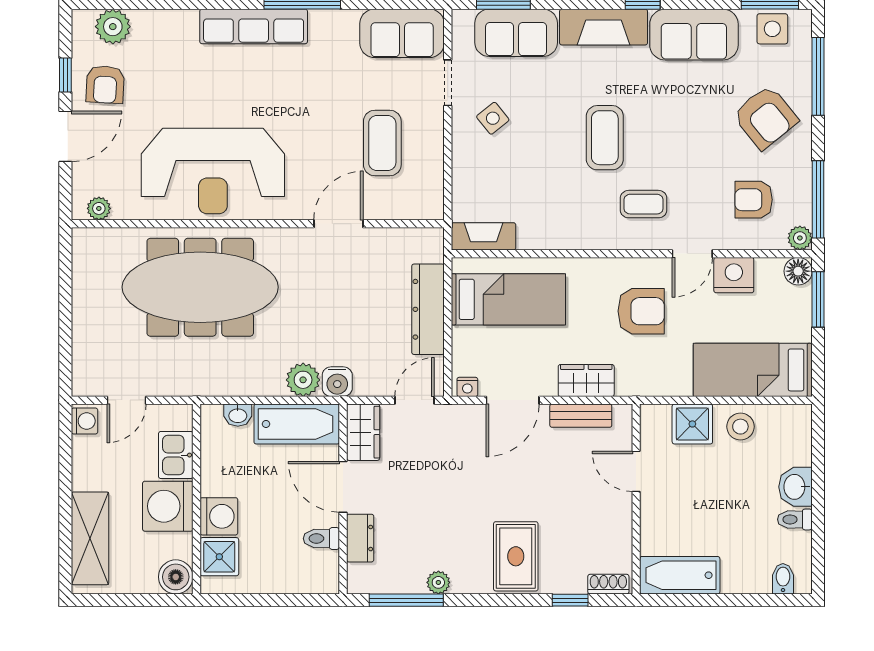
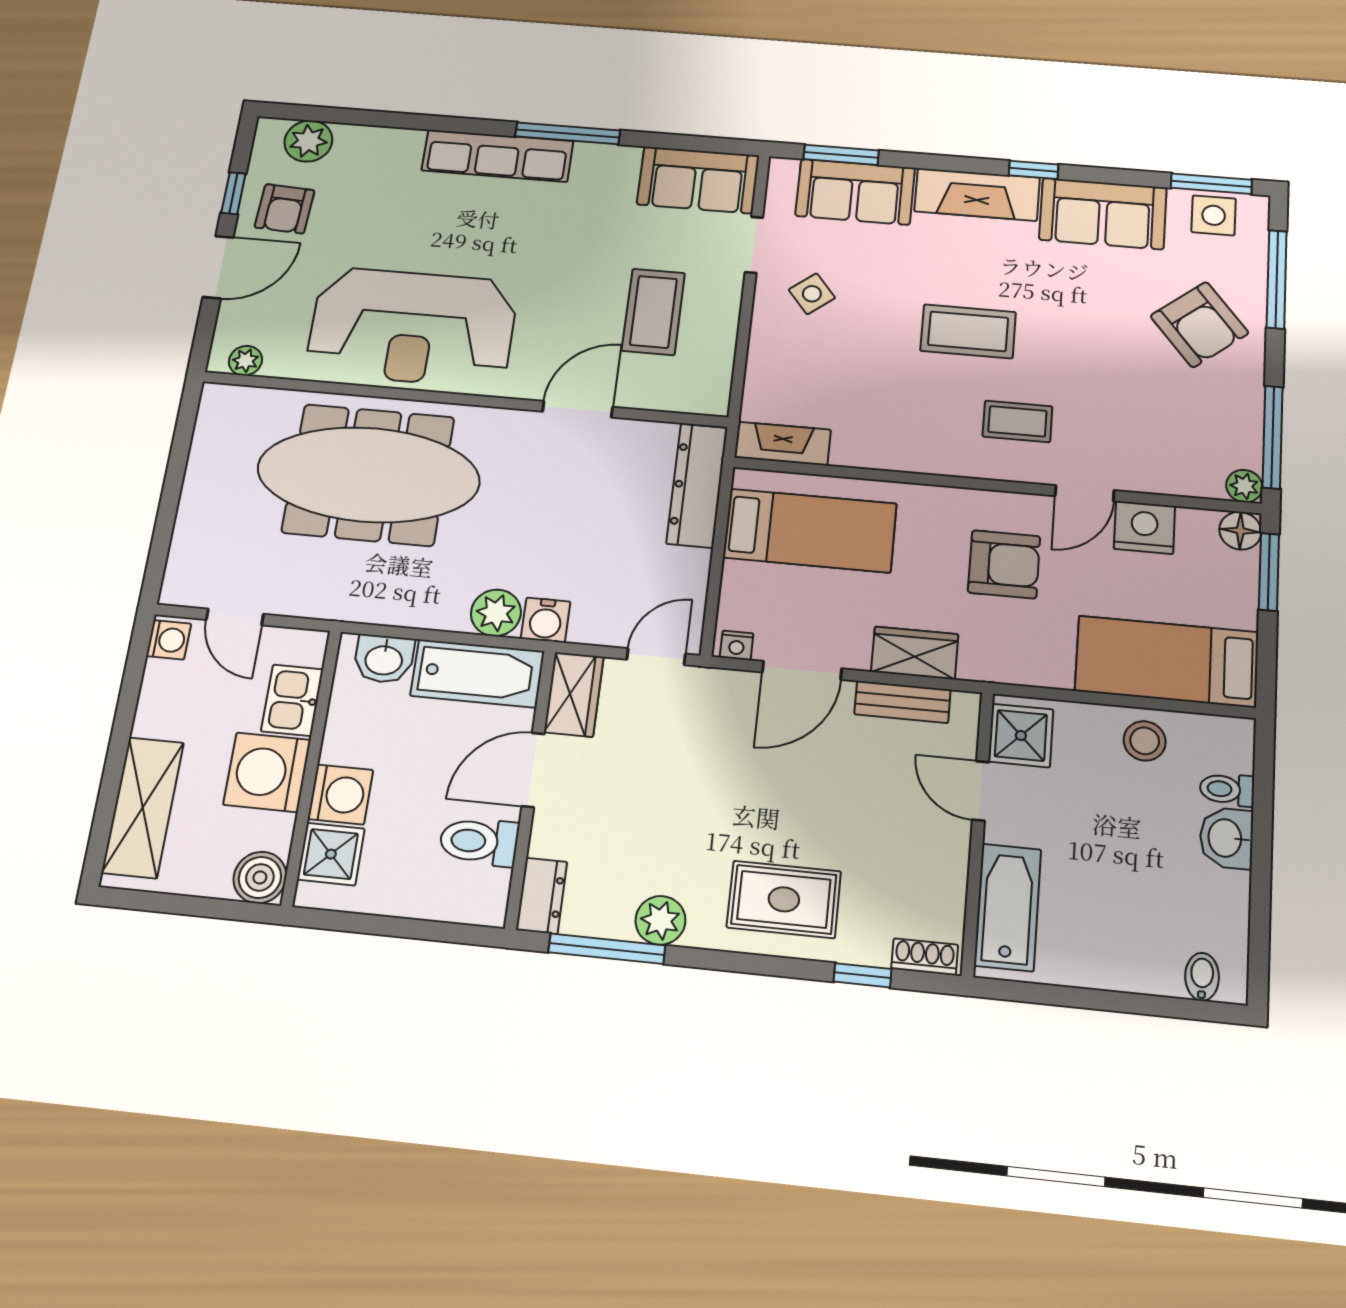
coffee table: (605, 138) -> (968, 331), turned 90
armchair: (754, 200) -> (1178, 429), removed
dresser: (428, 309) -> (697, 485), moved
door: (127, 400) -> (235, 617), hinge flipped
washbasin: (238, 415) -> (384, 659), width x1.38, depth x1.45
shower: (692, 424) -> (1021, 735), moved
door: (343, 487) -> (533, 770), hinge flipped
toilet: (795, 519) -> (1227, 789), moved
dresser: (360, 538) -> (542, 896), moved
toilet: (321, 539) -> (479, 842), width x1.37, depth x1.39
rug: (516, 556) -> (784, 899), turned 90
bathtub: (680, 575) -> (1008, 907), moved, turned 90
plant: (438, 582) -> (660, 920), width x1.38, depth x1.38

